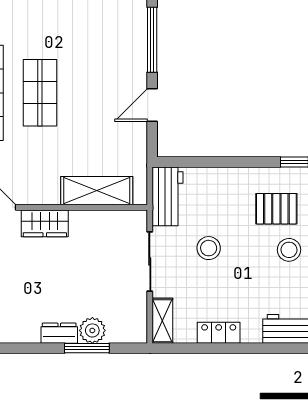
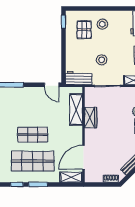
door: (152, 105) -> (52, 85), moved
wardrobe: (45, 223) -> (91, 118), moved

